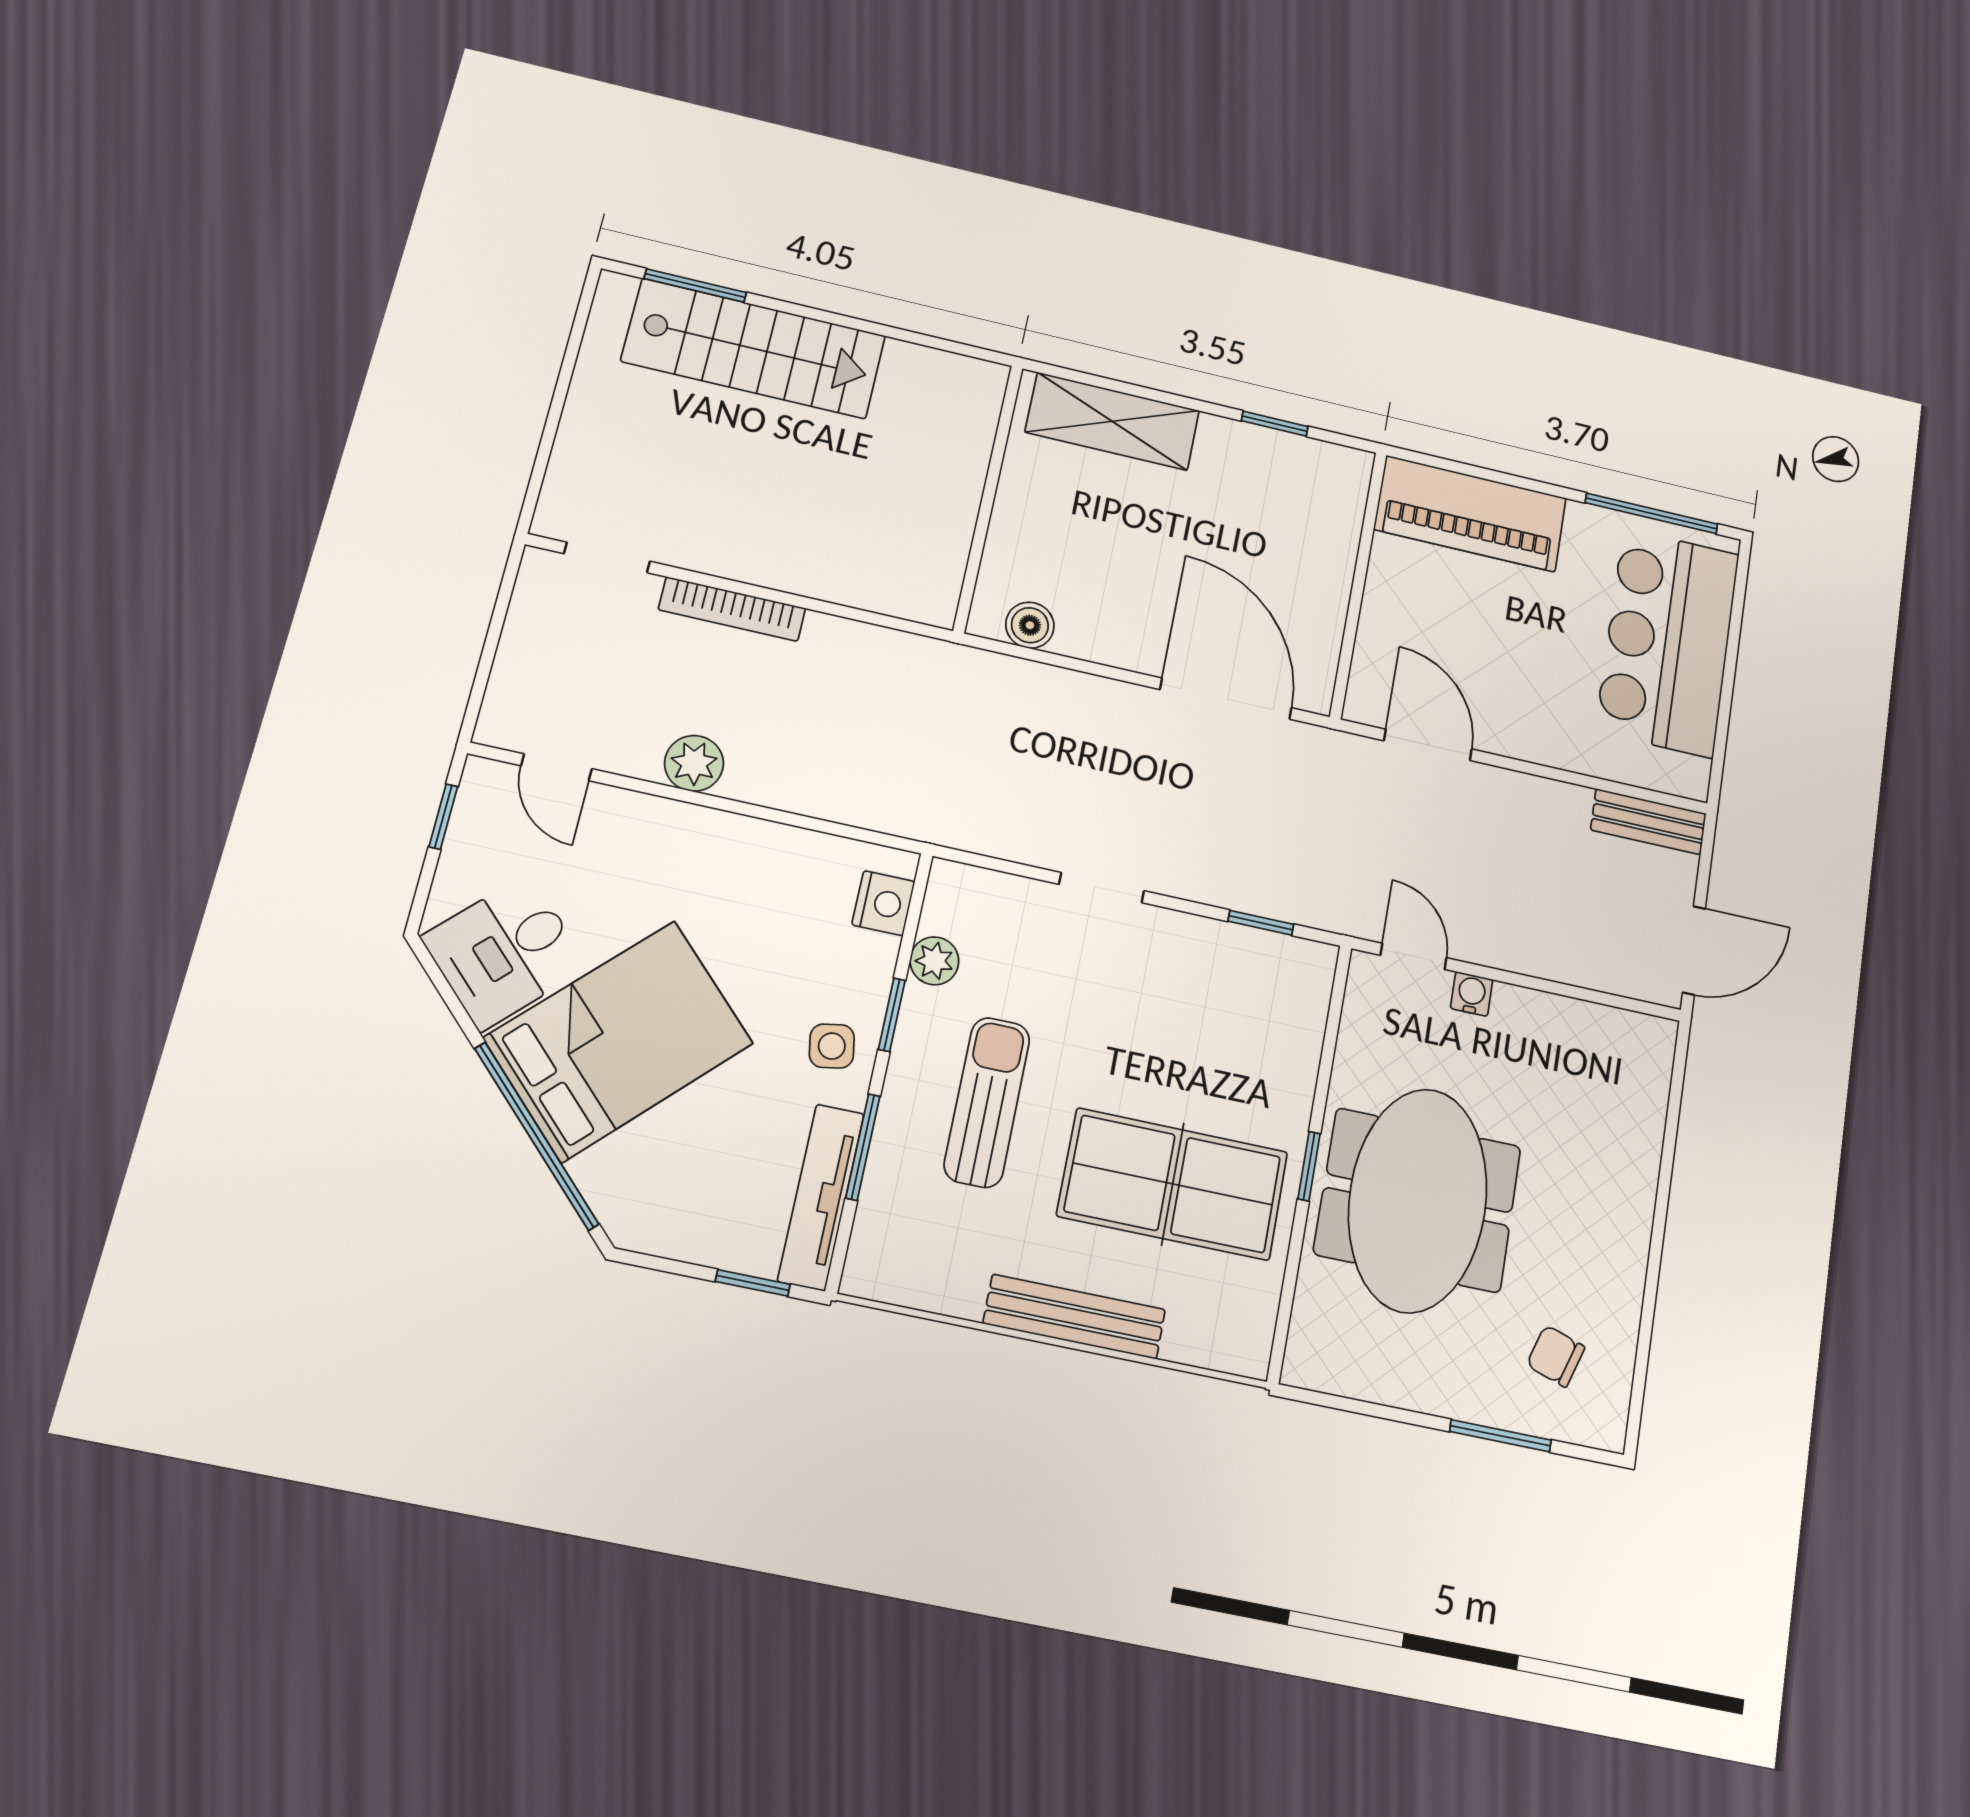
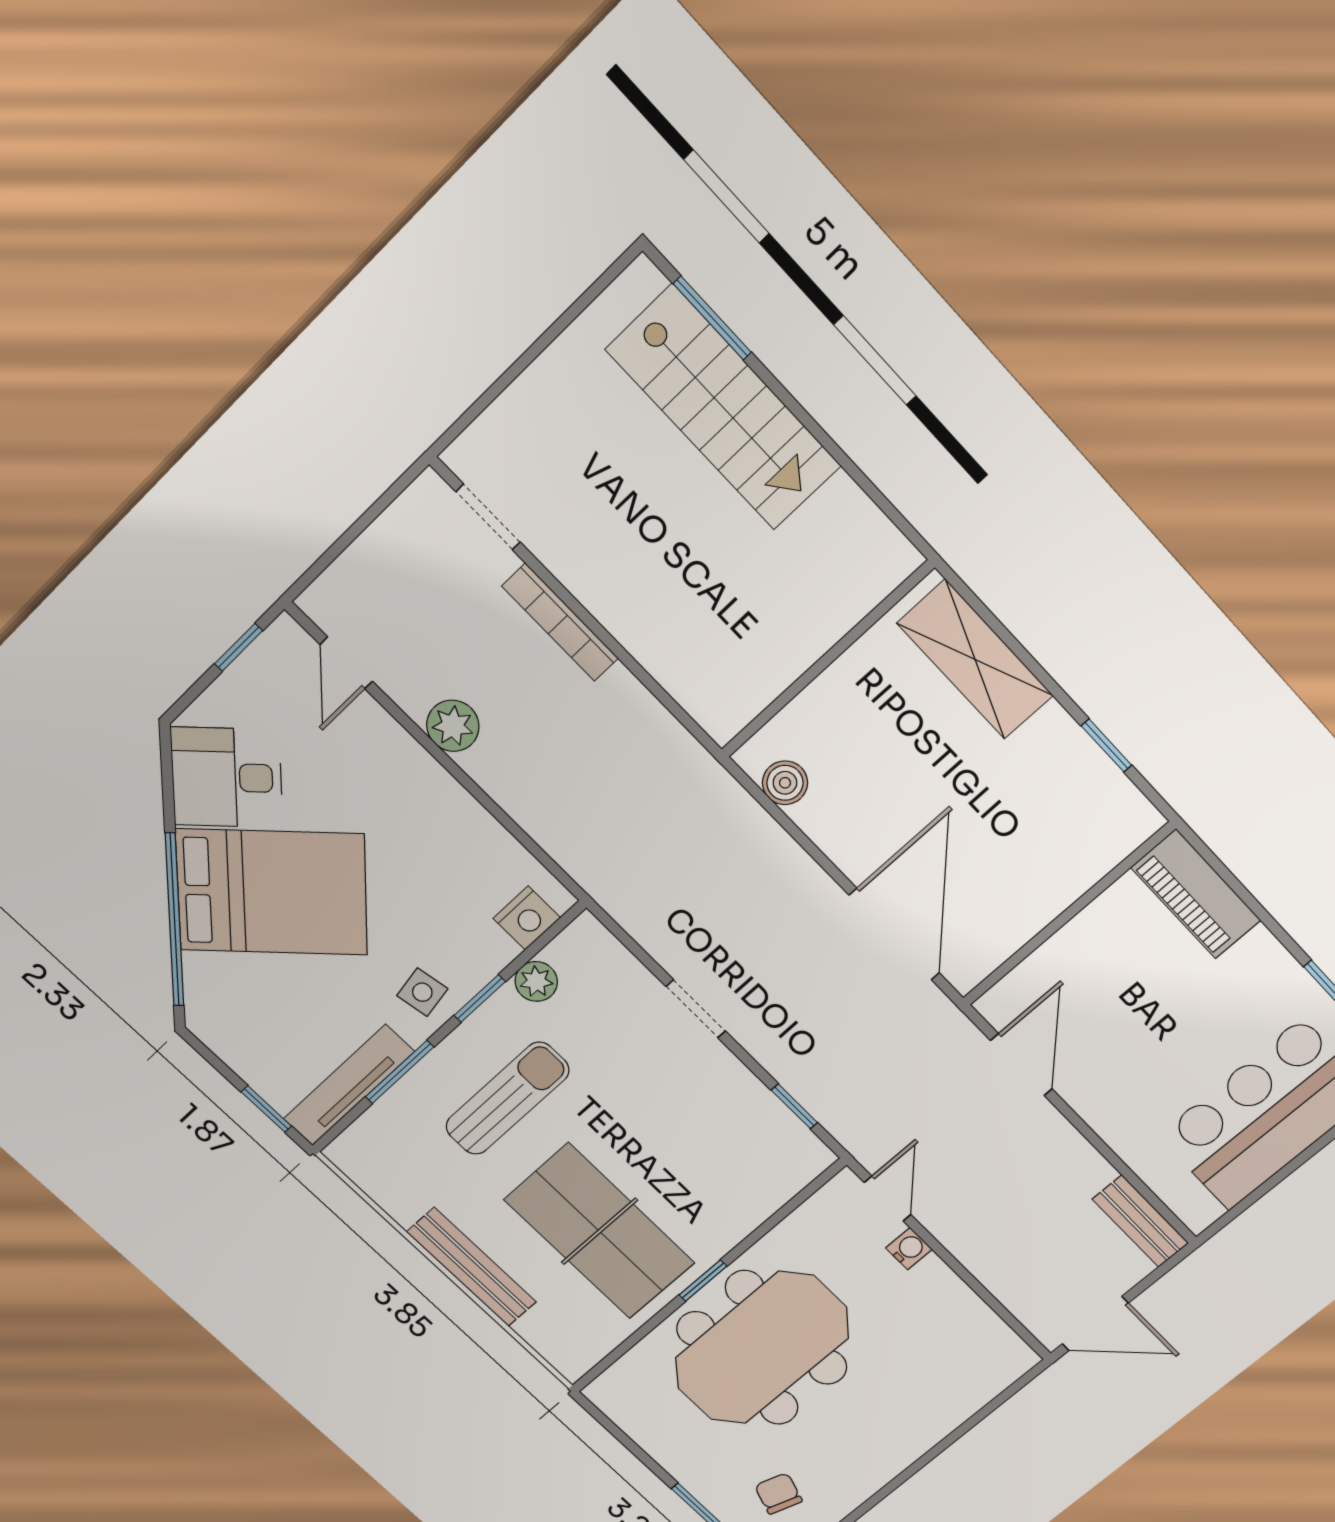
piano: (1470, 514) -> (1196, 894), width x0.73, depth x0.75

